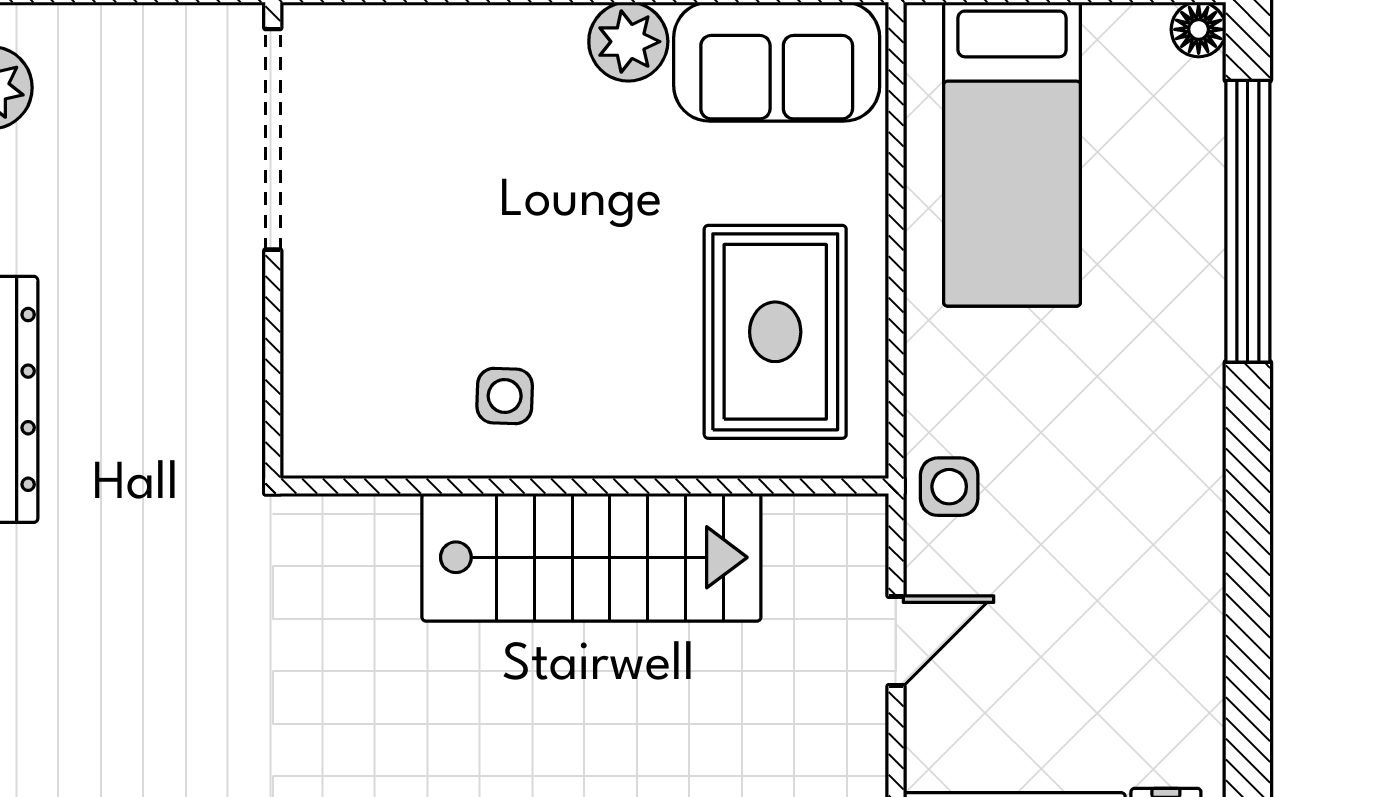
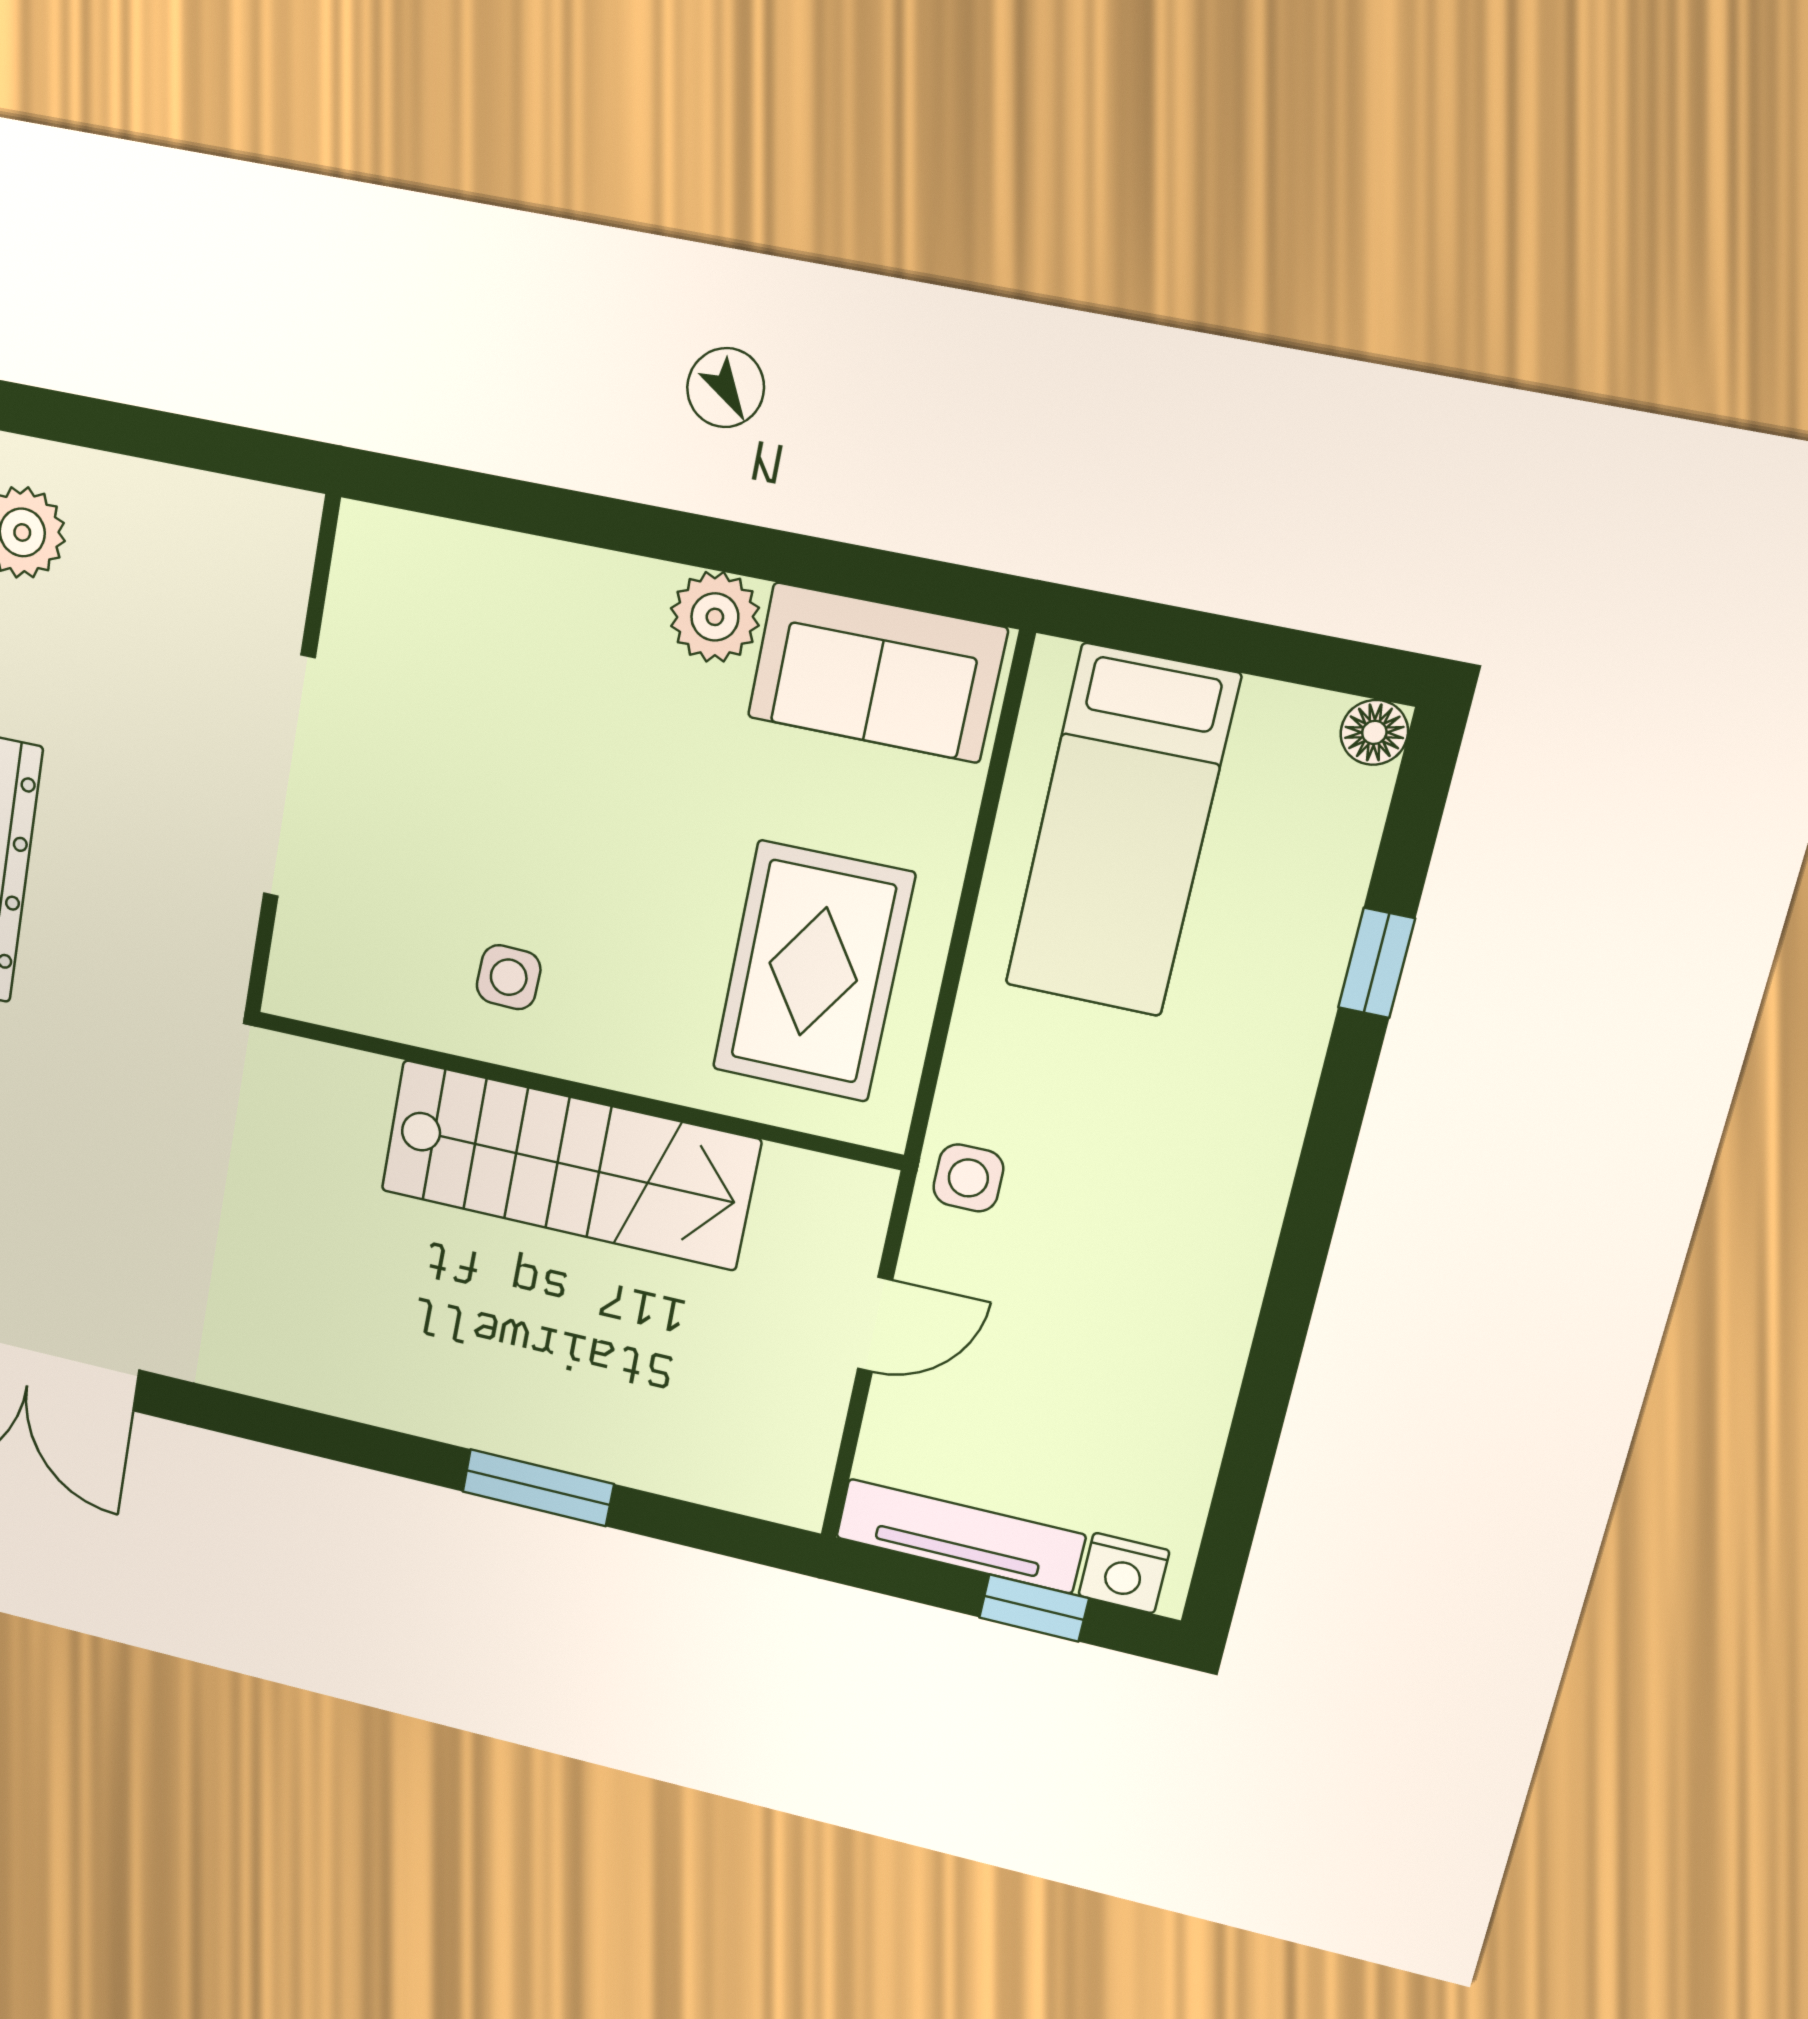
doorway: (273, 139) -> (289, 777), moved
window: (1248, 221) -> (1376, 963), width x0.32

